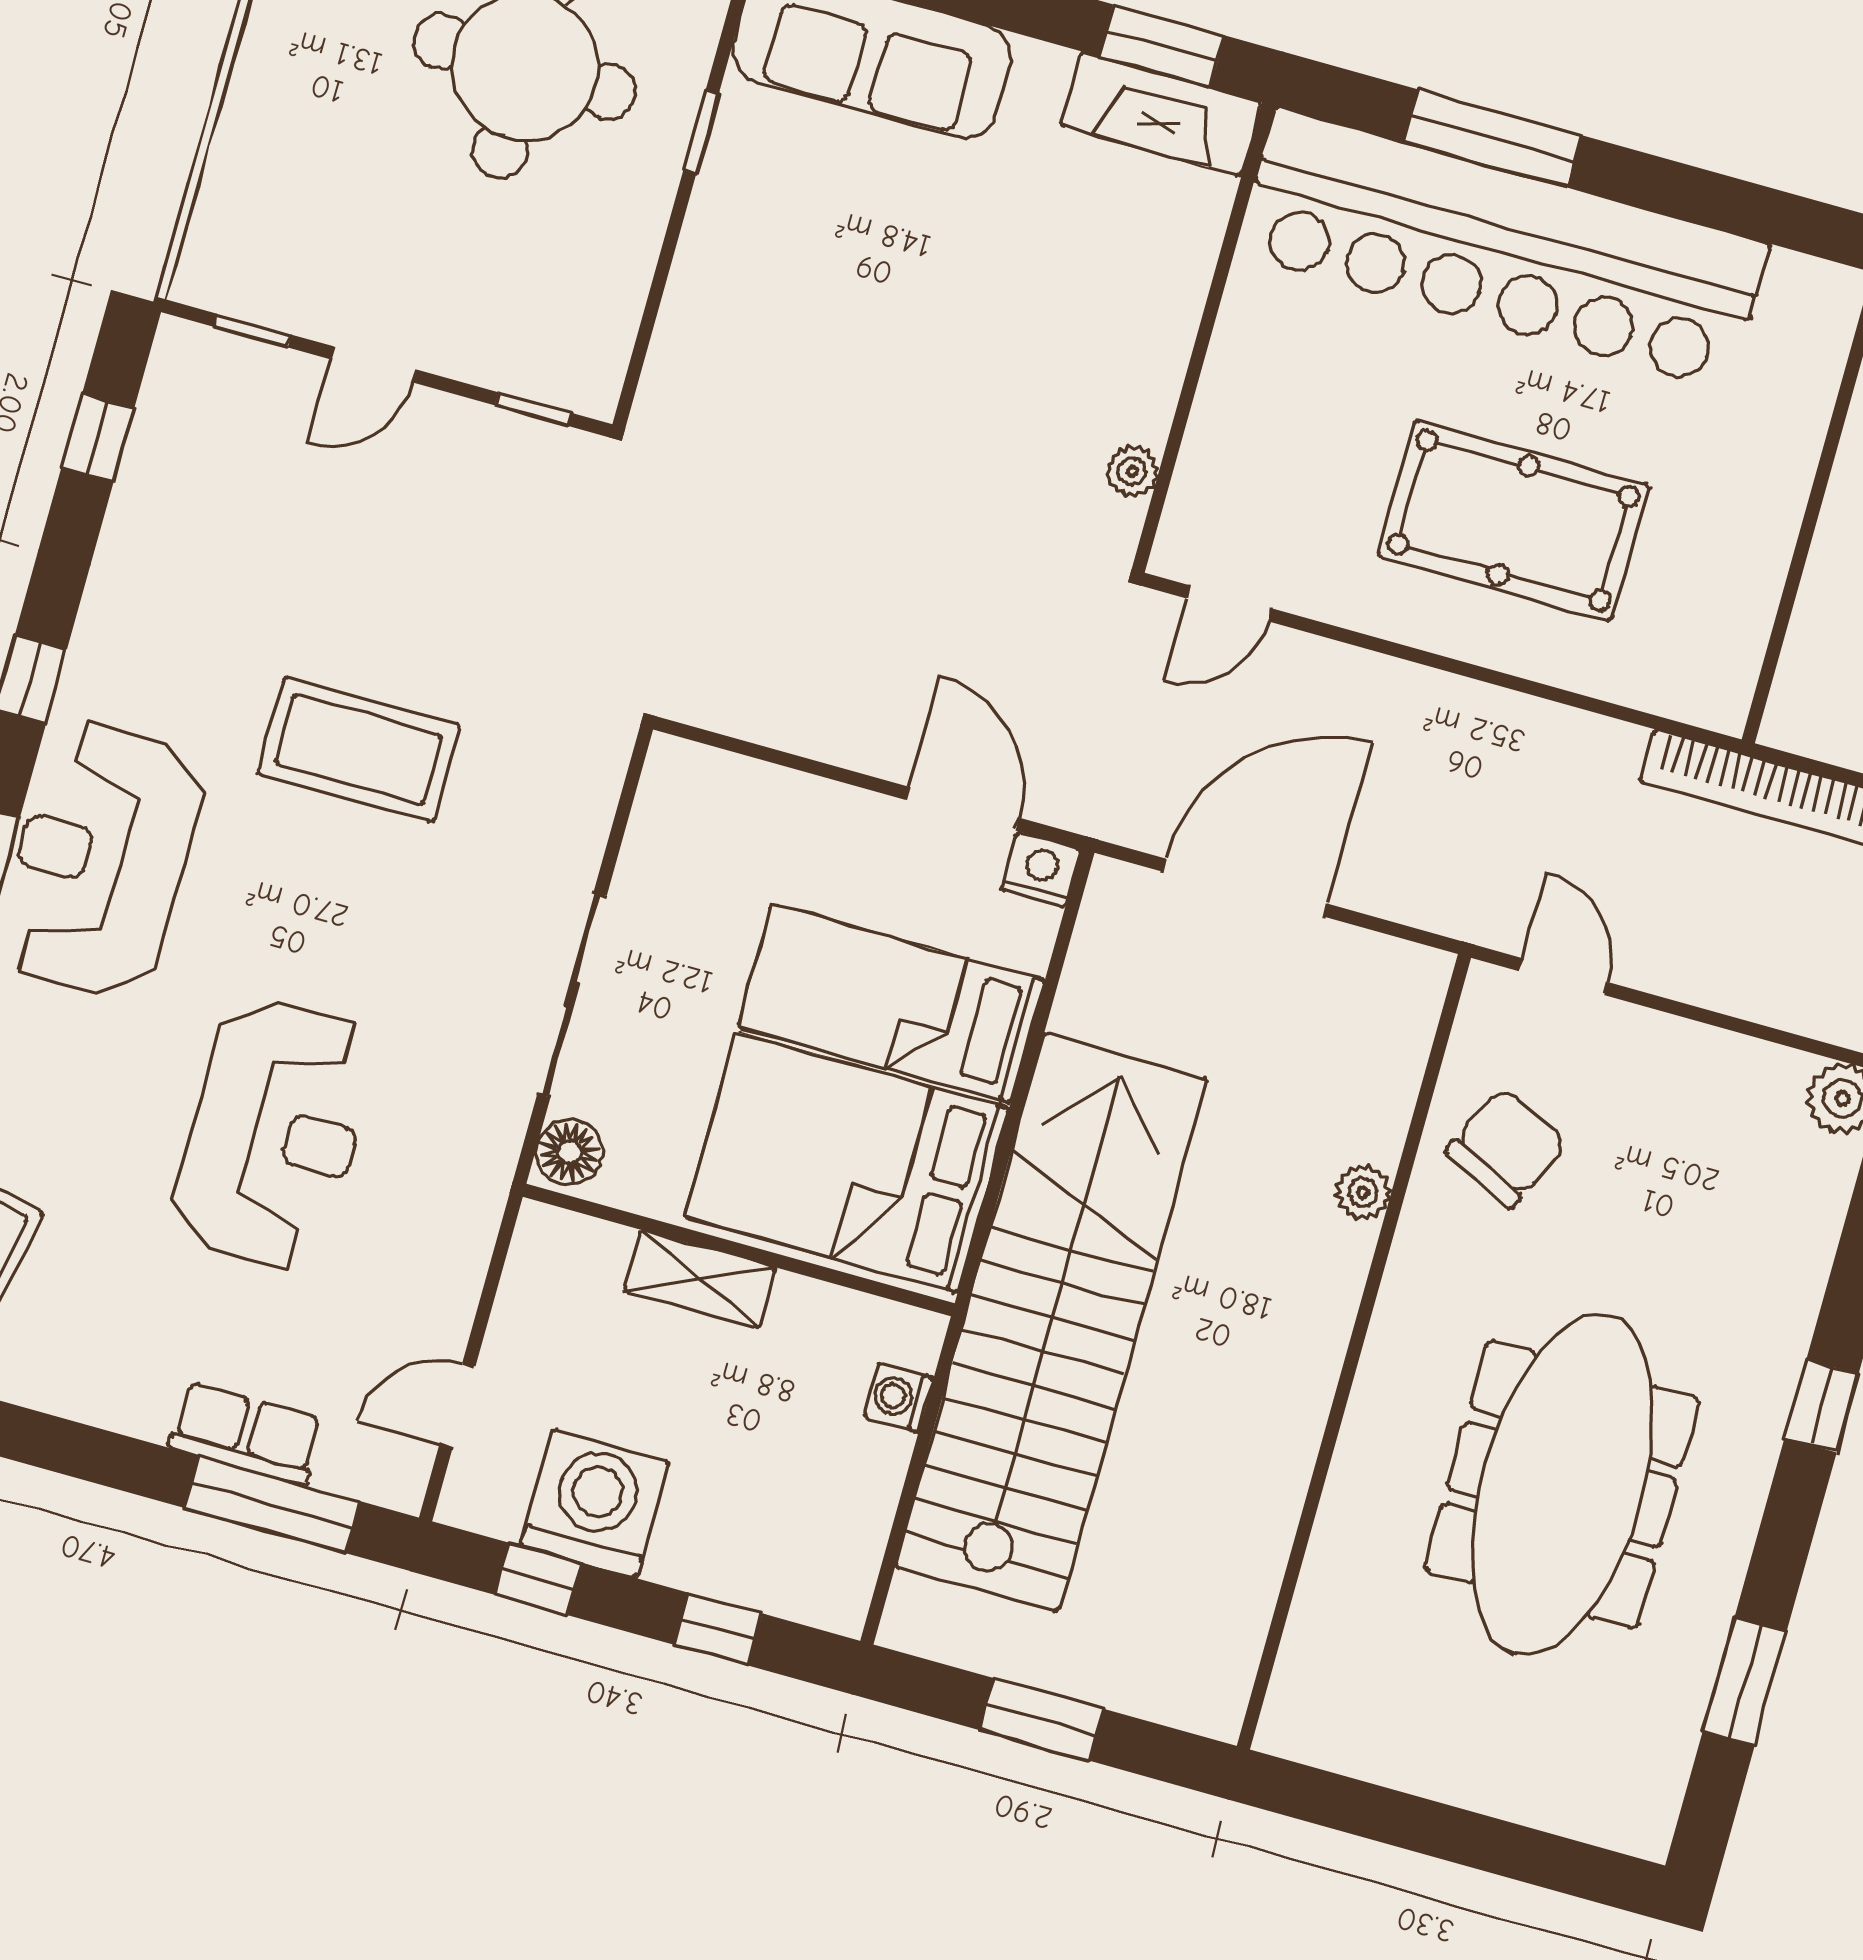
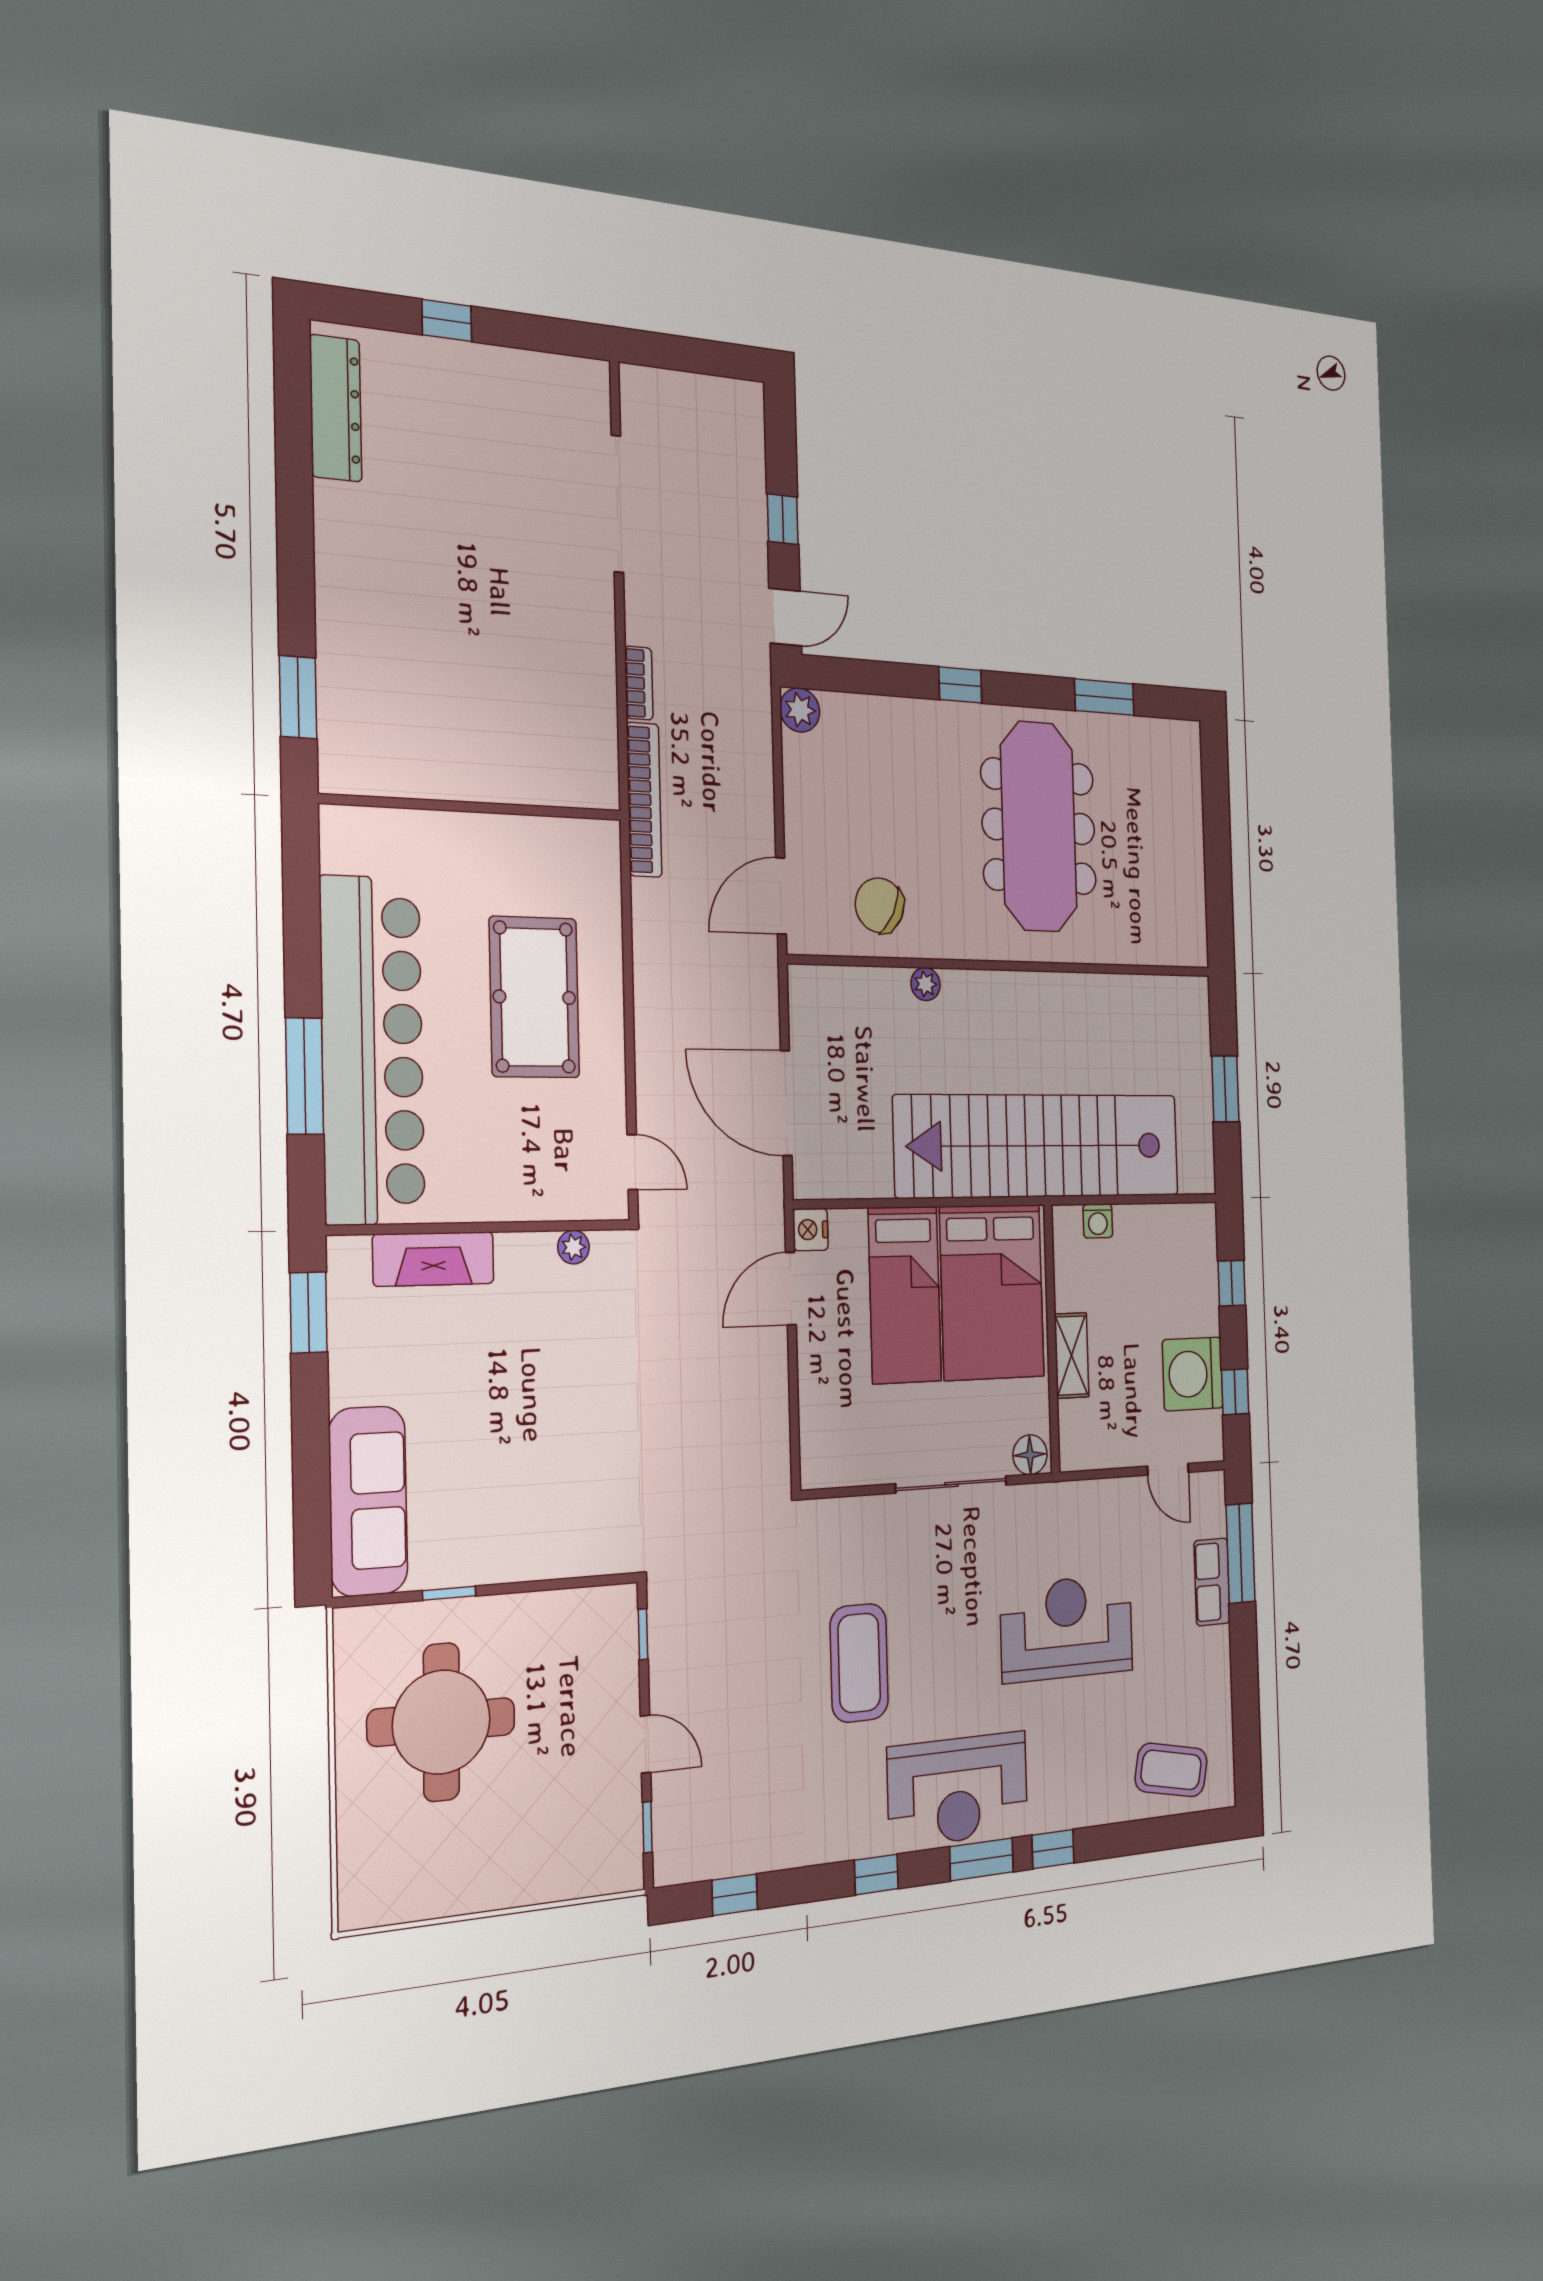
fireplace: (1161, 114) -> (434, 1259), moved, turned 90
door: (1563, 977) -> (781, 896), width x1.38
meeting table: (1562, 1485) -> (1039, 826), turned 90

